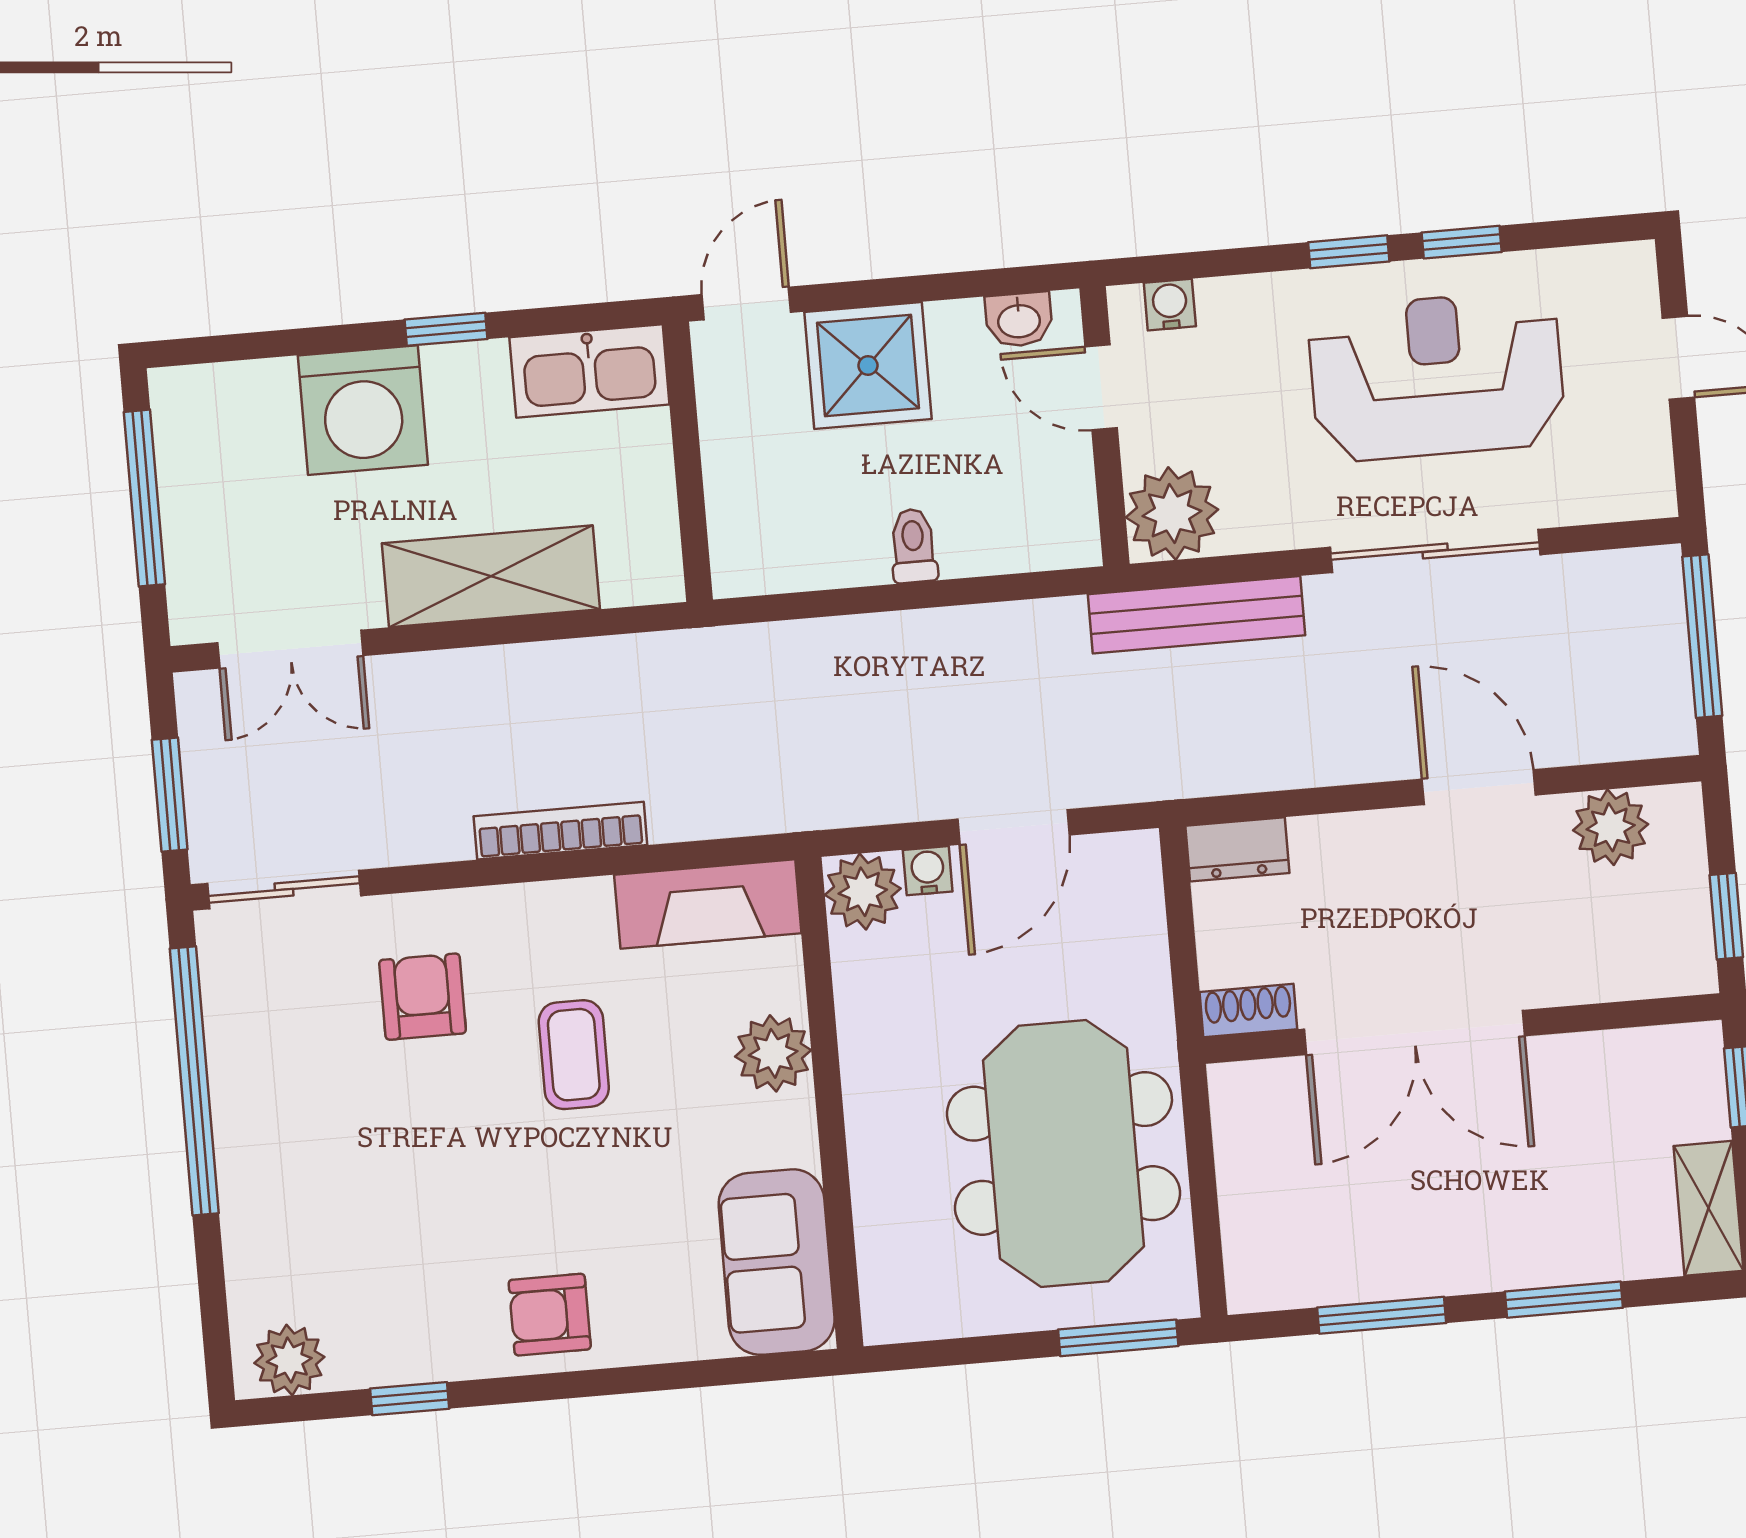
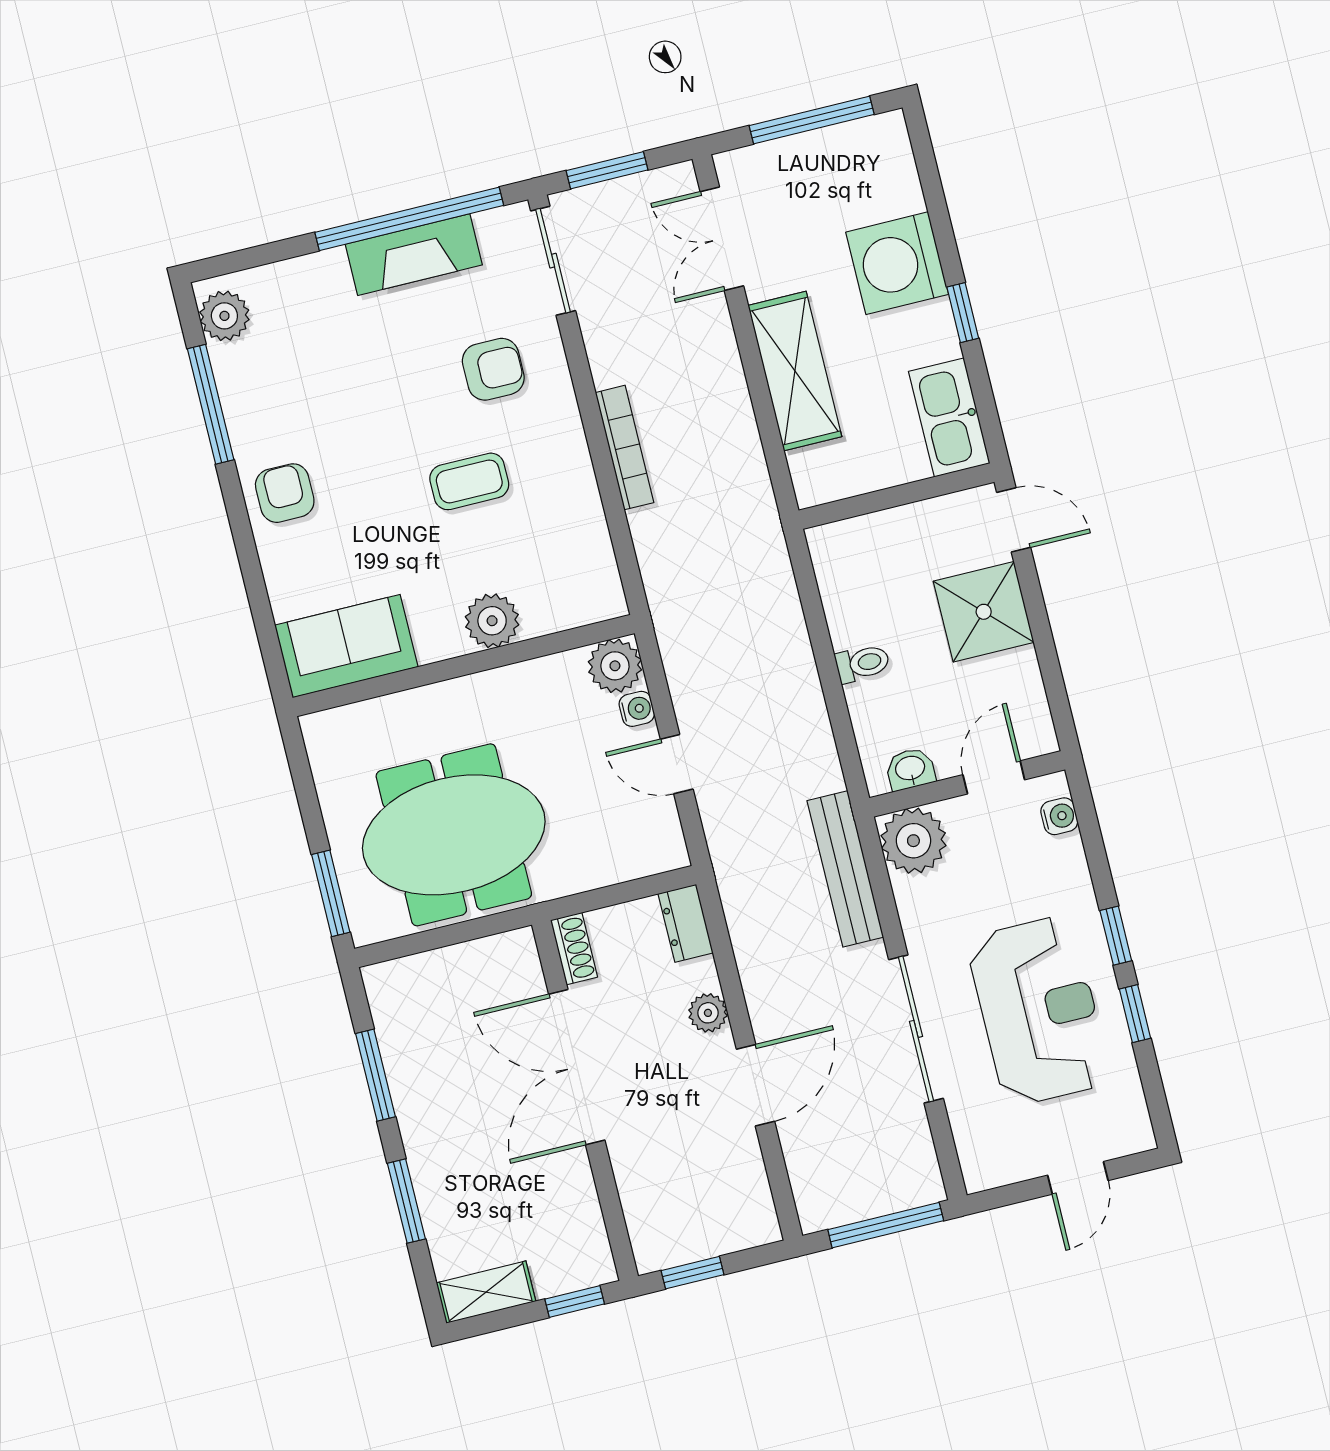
washbasin: (1019, 320) -> (910, 769), moved, turned 90
door: (1013, 827) -> (677, 764), width x0.73
plant: (1611, 827) -> (708, 1013), moved, width x0.73, depth x0.73
fireplace: (708, 904) -> (414, 255), moved, turned -90
window: (410, 1399) -> (211, 404), width x2.17

